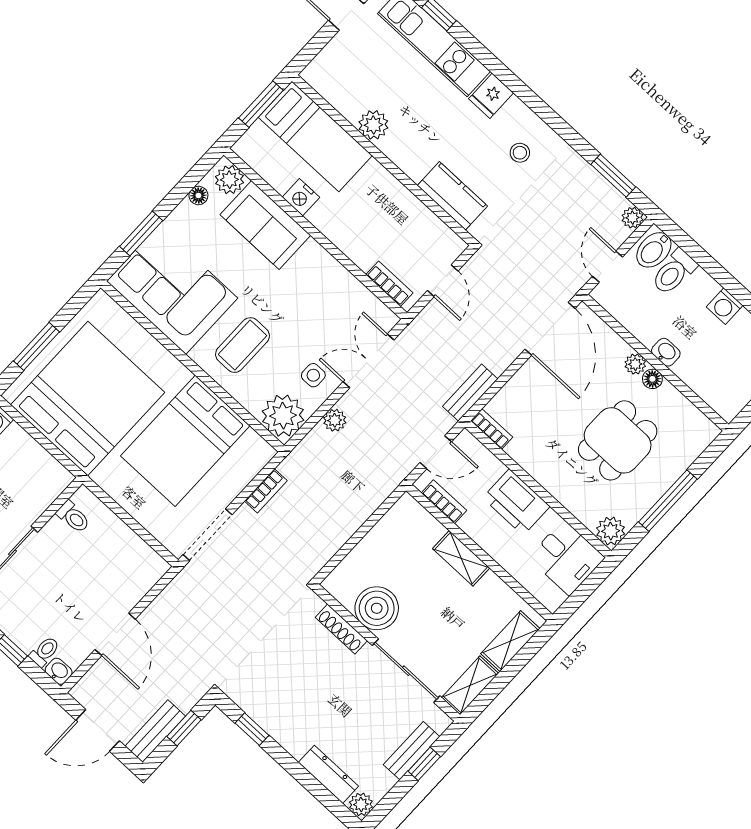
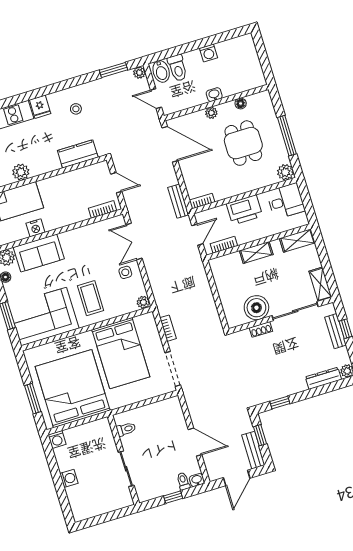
floor lamp: (652, 379) -> (241, 103), moved
plant: (283, 416) -> (143, 302), width x0.53, depth x0.53
plant: (335, 420) -> (153, 275), removed
shoe rack: (341, 629) -> (261, 329), width x0.70
shelving: (510, 641) -> (297, 240), moved, turned 90

